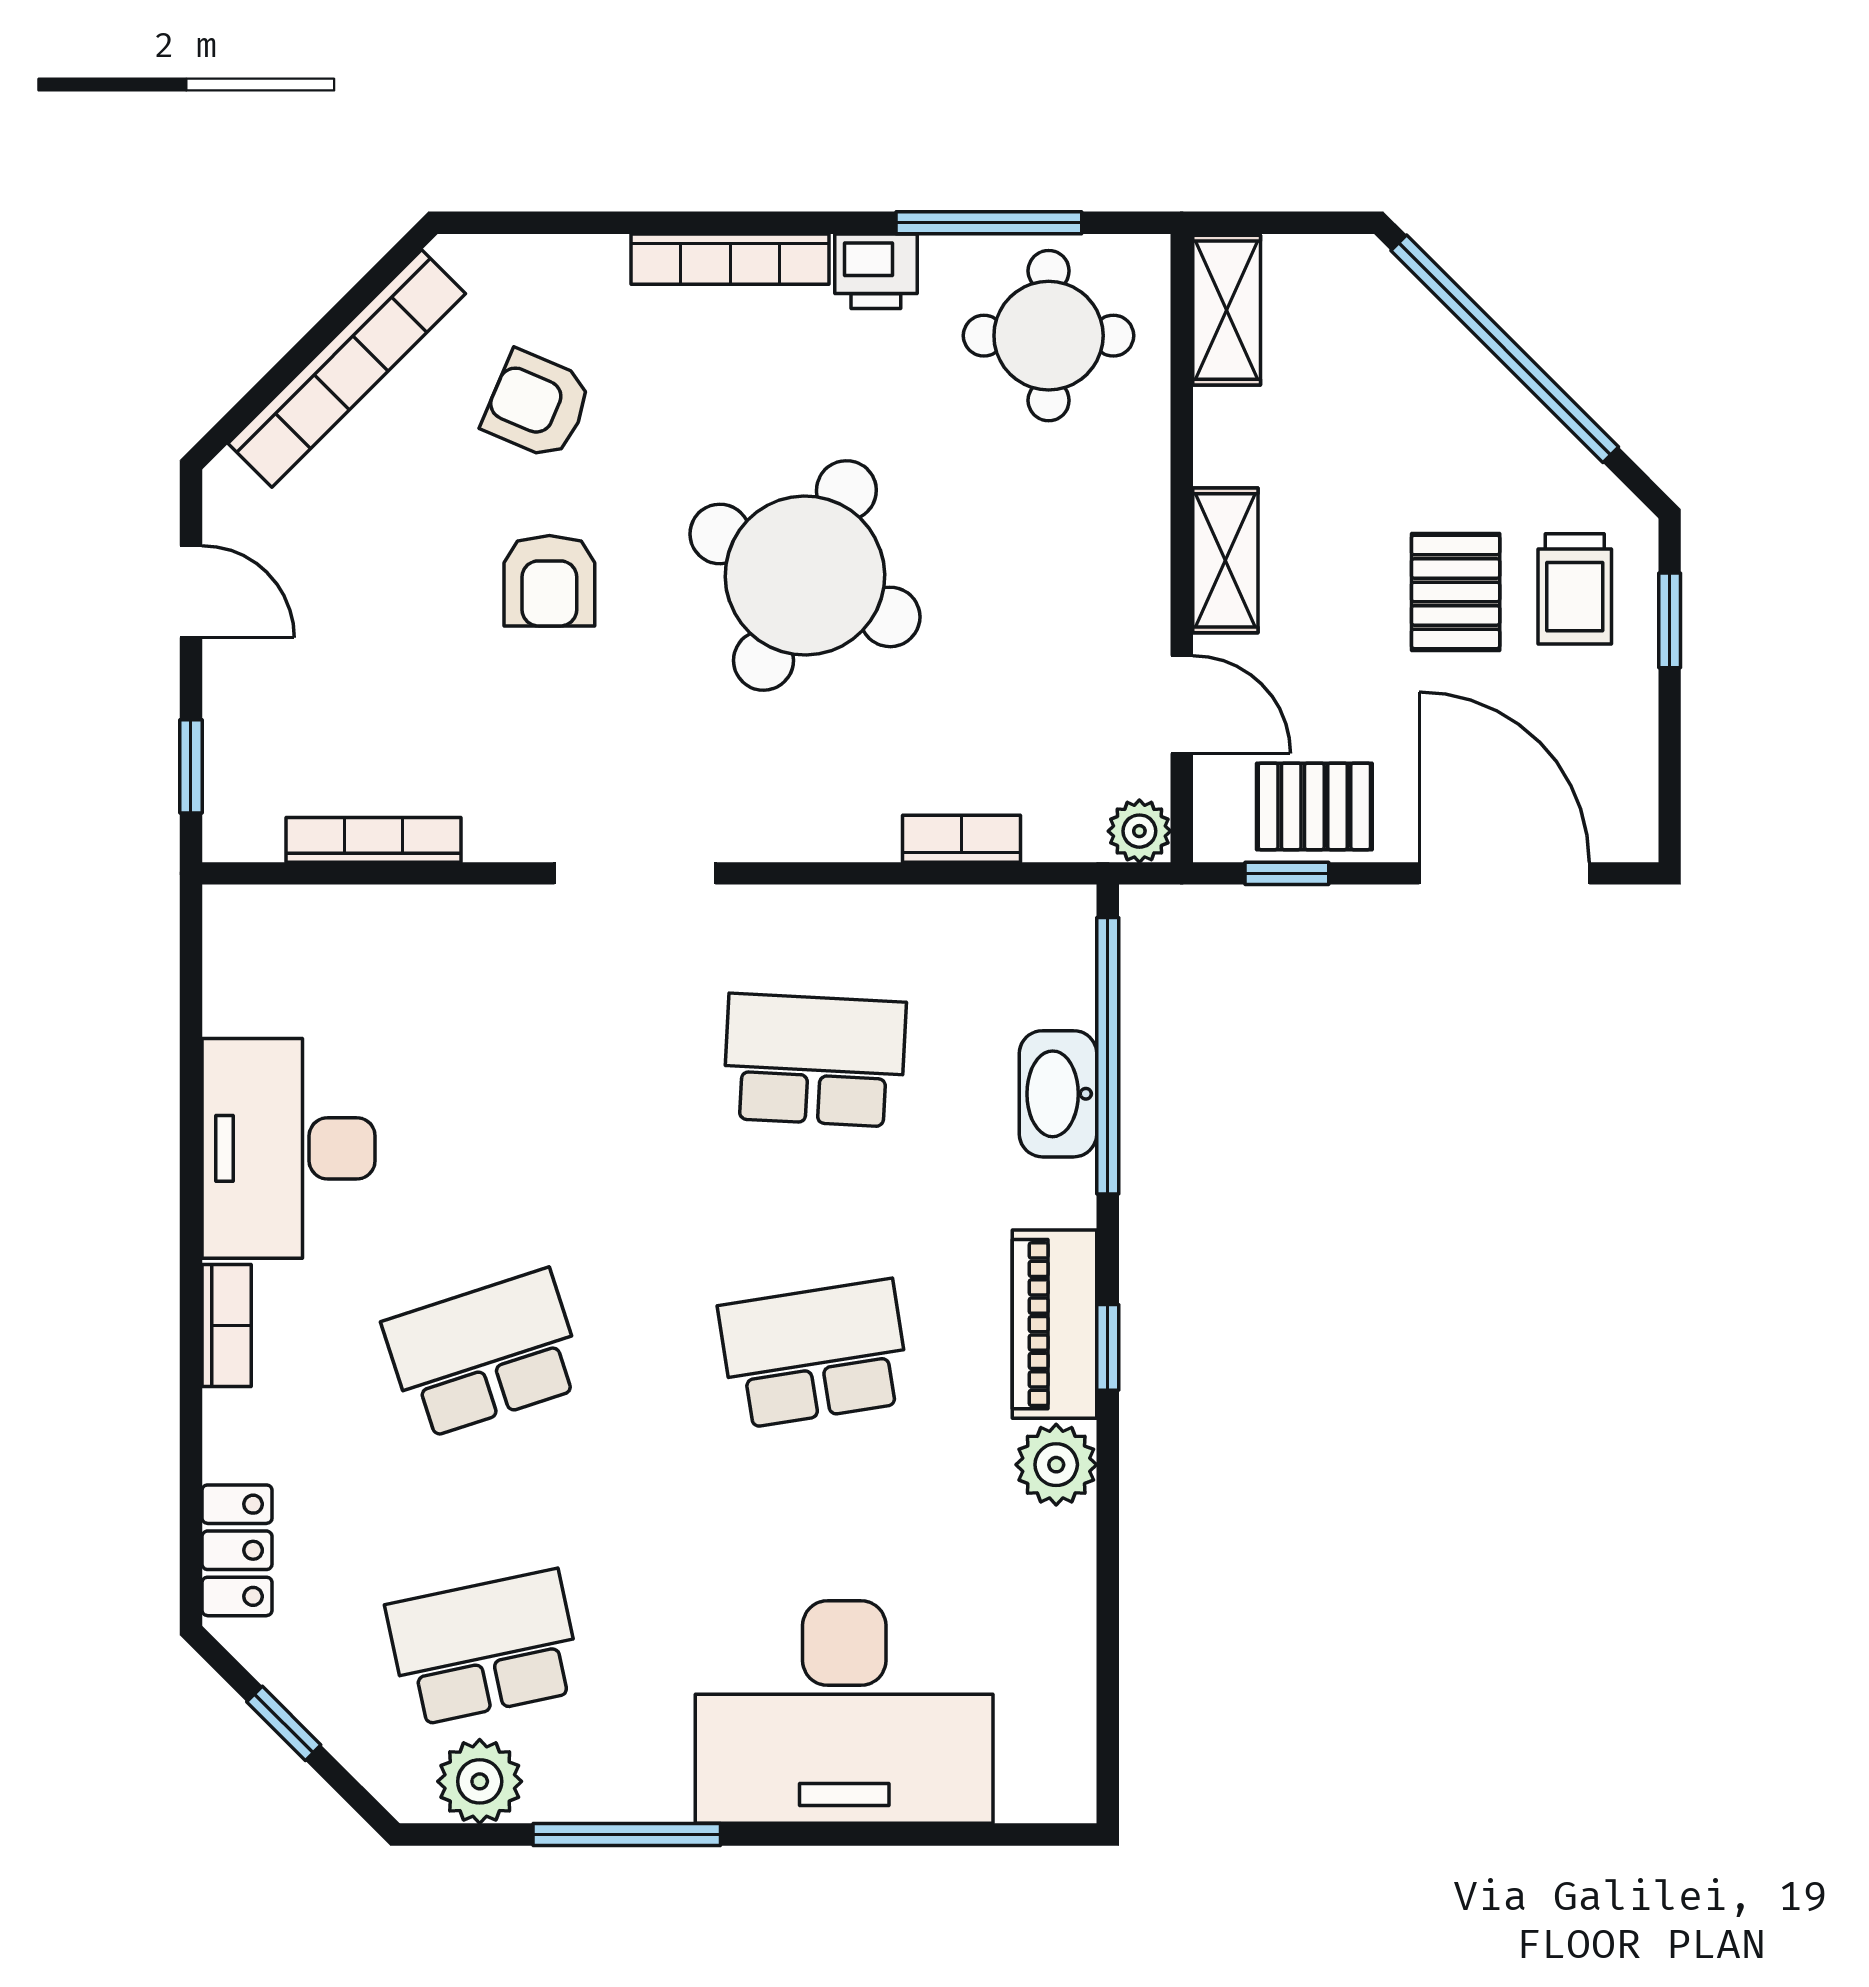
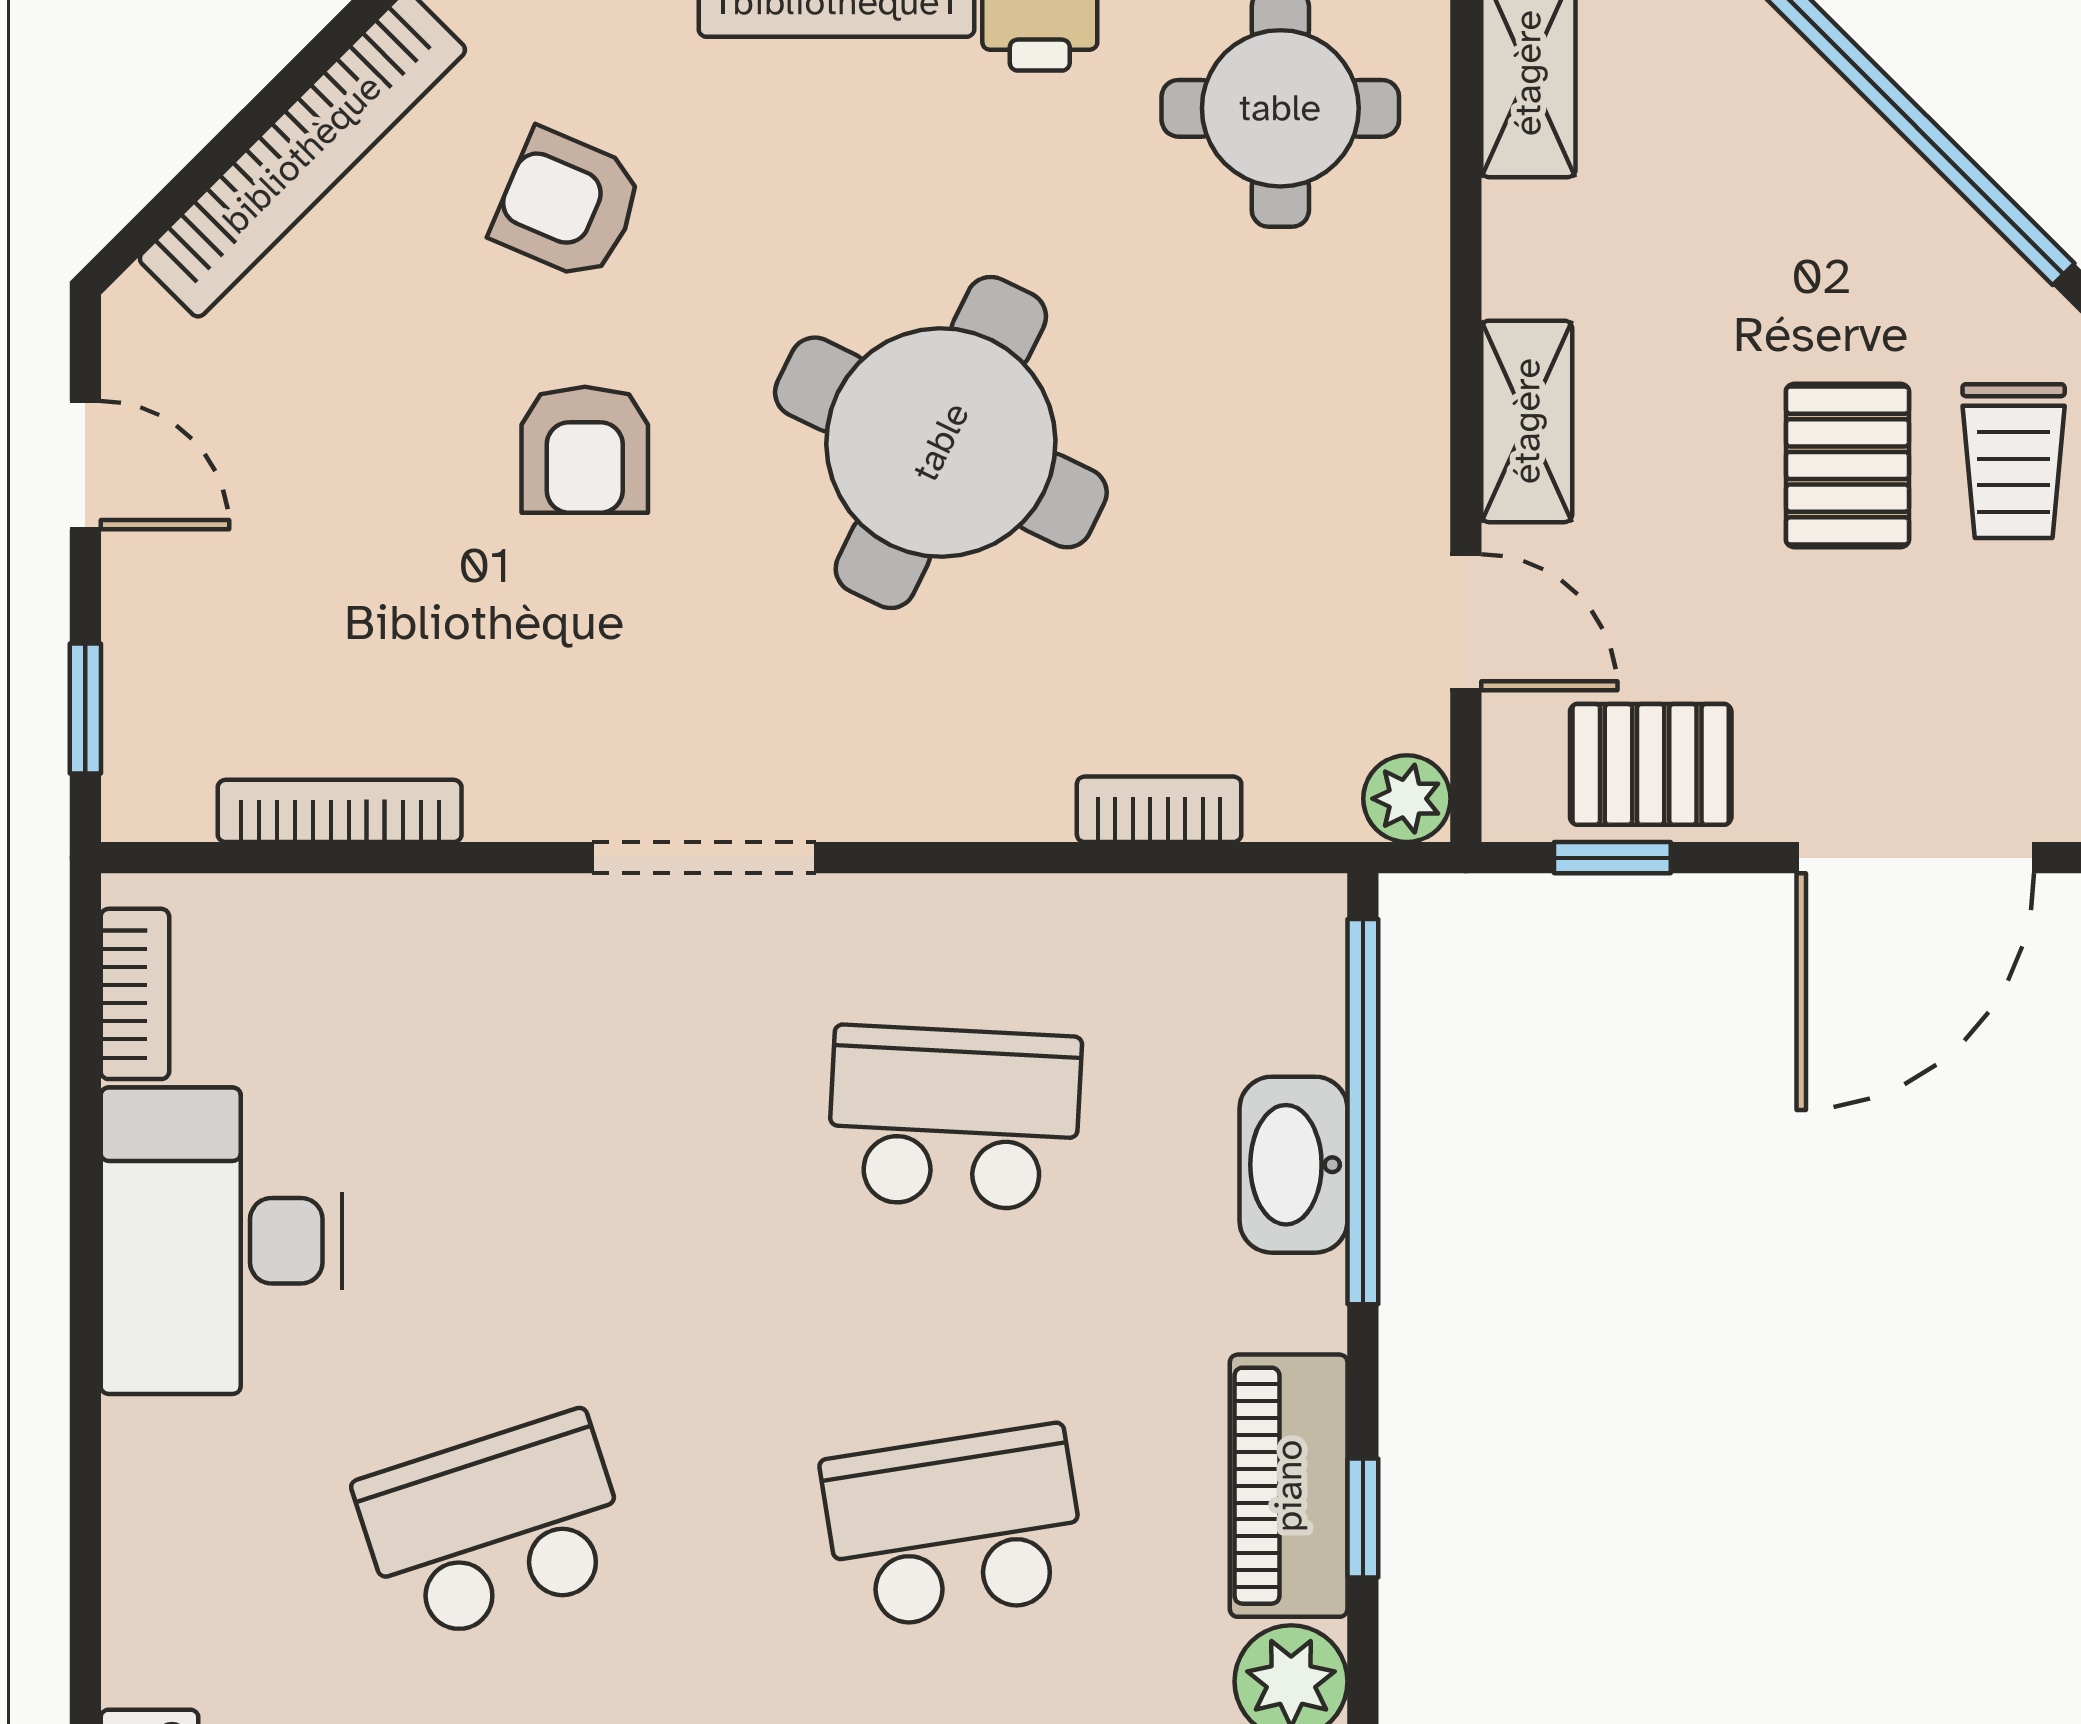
door: (1504, 873) -> (1915, 858), swing flipped
bookcase: (227, 1325) -> (135, 994), moved

